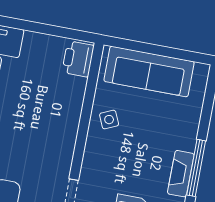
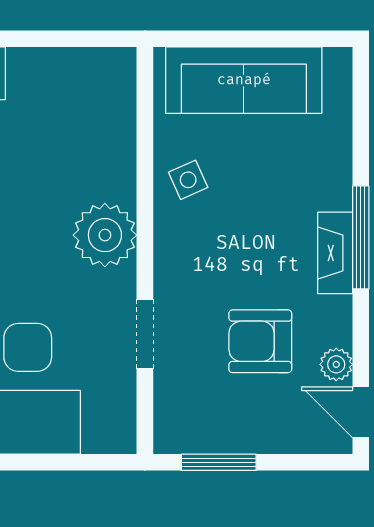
printer: (78, 59) -> (112, 81), removed
plant: (59, 141) -> (105, 235), added

